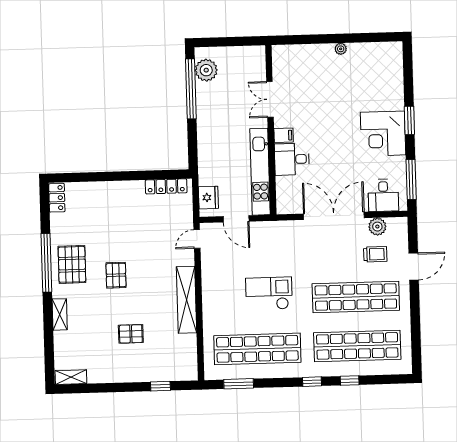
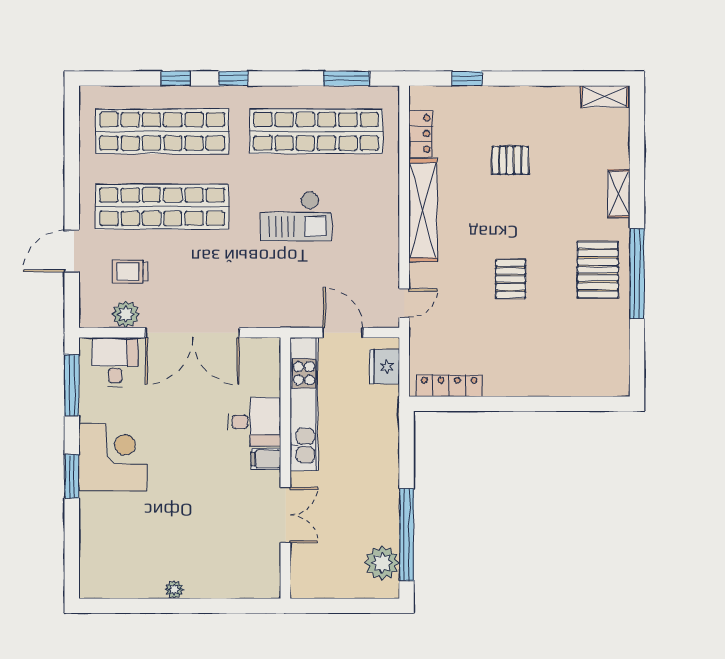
locker: (57, 198) -> (421, 134), moved, turned 180
pallet: (116, 275) -> (511, 279), moved

